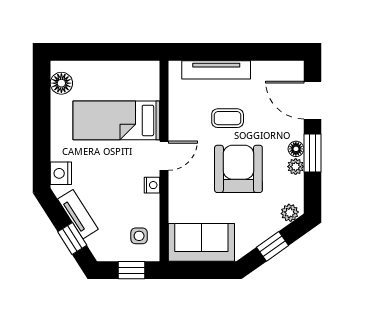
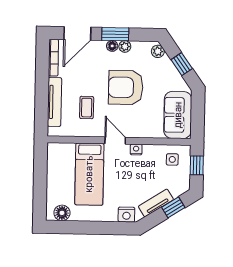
bookcase: (278, 67) -> (53, 58), added
coffee table: (228, 118) -> (87, 108), moved

